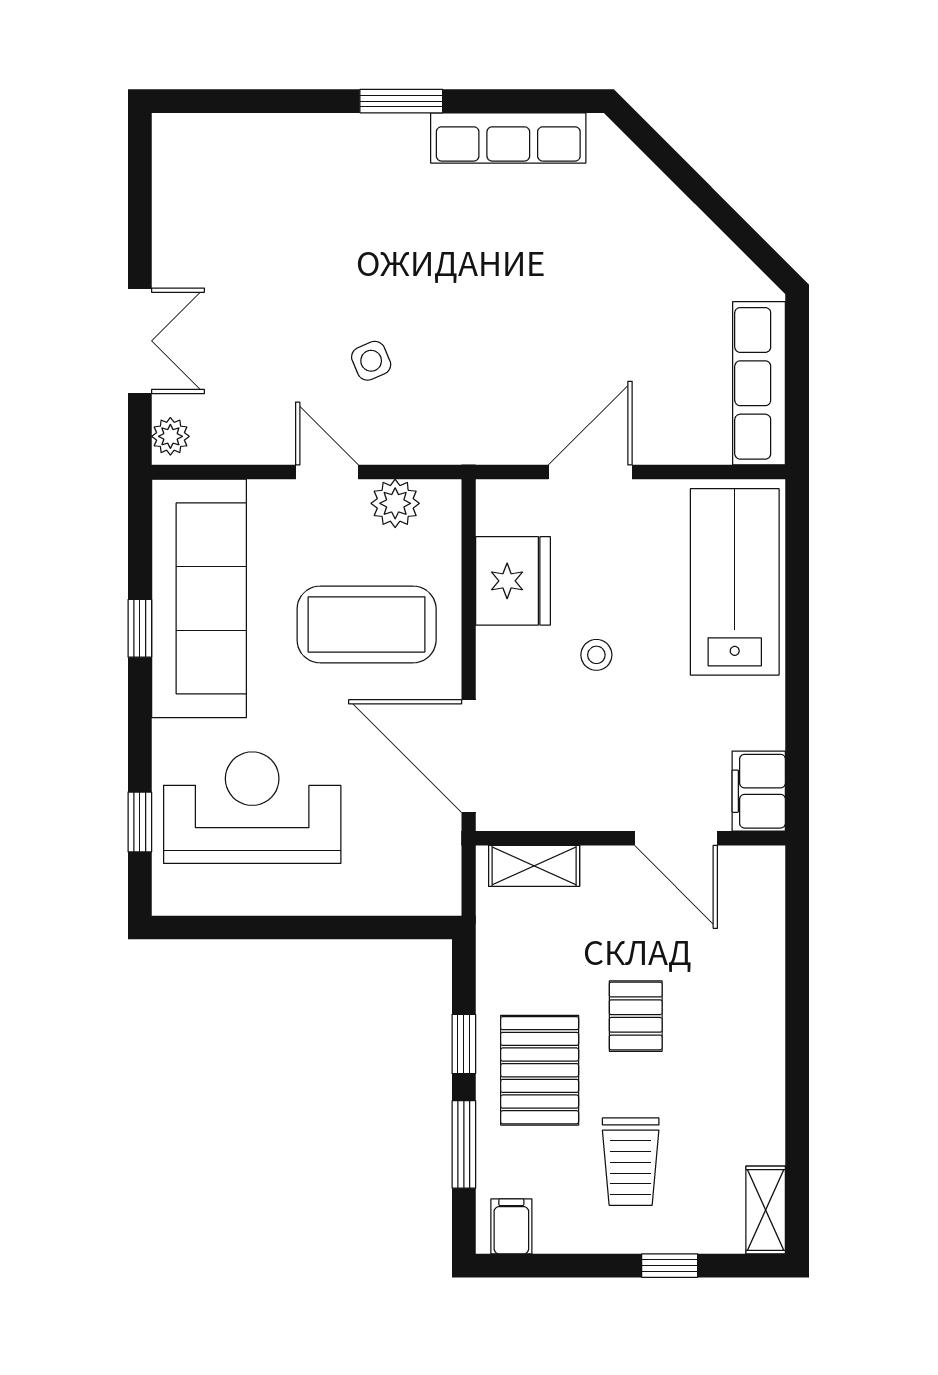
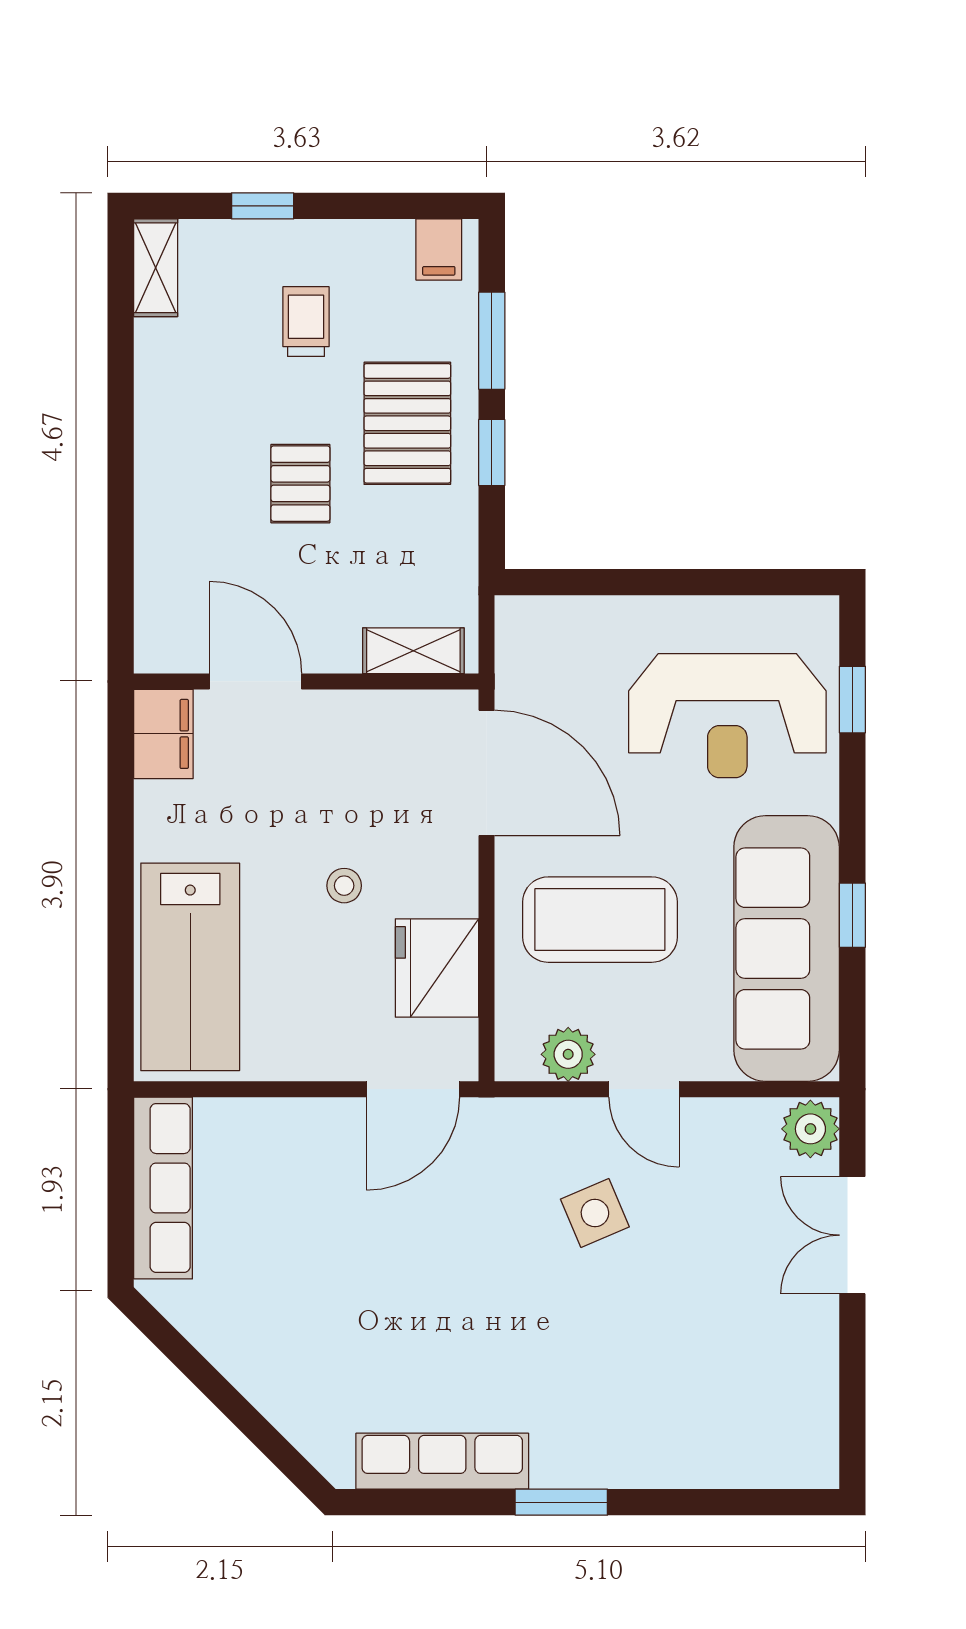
side table: (371, 361) -> (595, 1213), width x1.37, depth x1.37
plant: (170, 436) -> (810, 1129), width x1.38, depth x1.38
door: (590, 472) -> (413, 1089), moved
trolley: (631, 1162) -> (306, 322), width x0.73, depth x0.72

